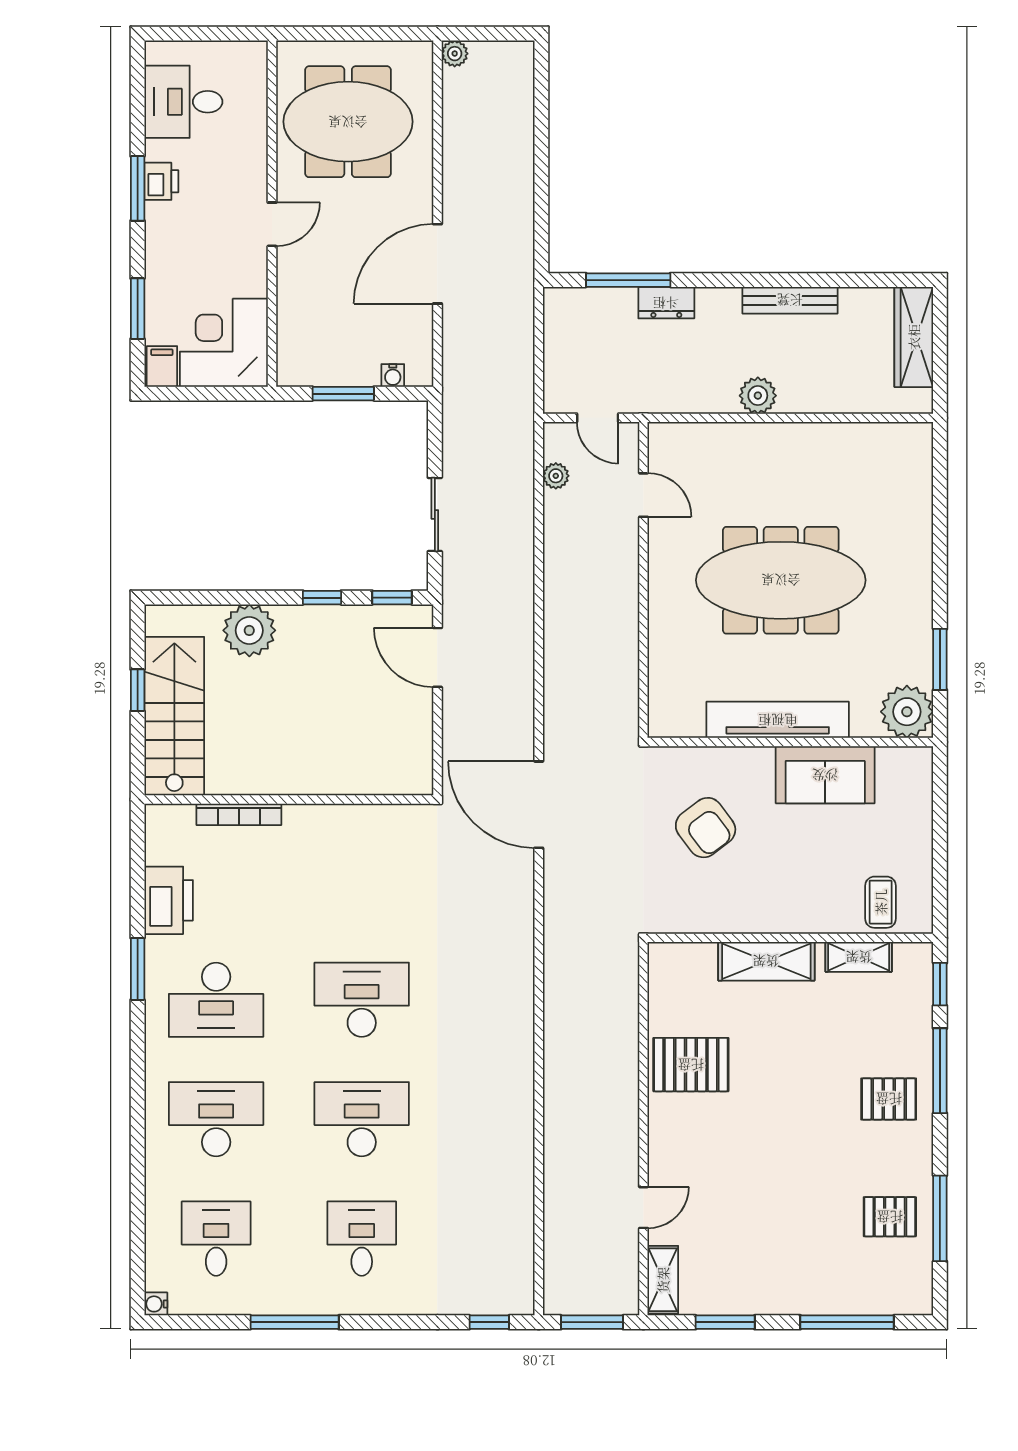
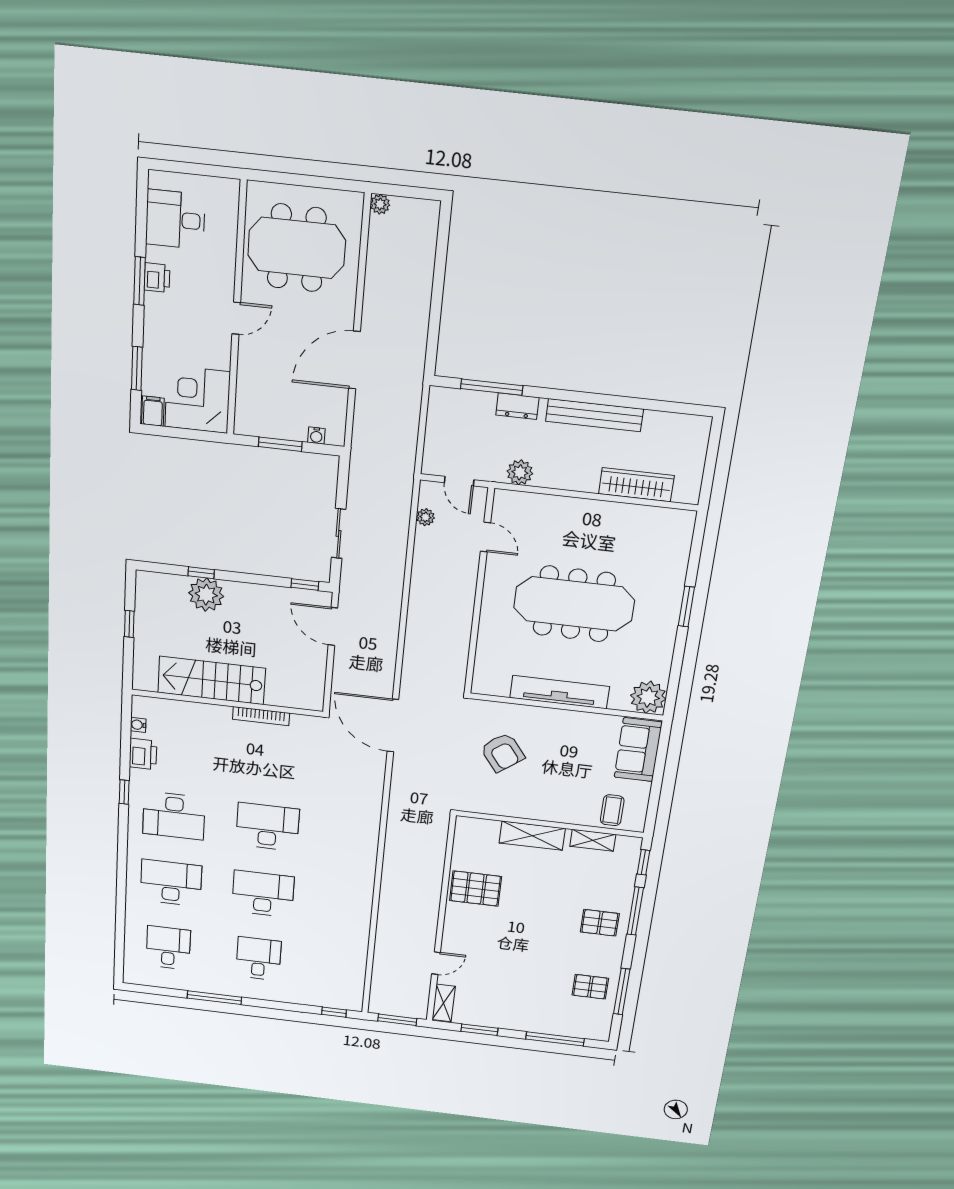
bench: (790, 300) -> (594, 415), width x1.37, depth x1.21
wardrobe: (914, 337) -> (636, 485), moved, turned 90
plant: (758, 396) -> (520, 472), moved
window: (322, 598) -> (201, 573), moved
window: (940, 659) -> (686, 607), moved
stairs: (174, 716) -> (212, 680), moved, turned -90
sofa: (825, 775) -> (638, 750), moved, turned 90
bookcase: (239, 814) -> (261, 716), moved
printer: (169, 900) -> (143, 754), width x0.73, depth x0.84
window: (138, 969) -> (124, 792), width x0.67
water cooler: (156, 1304) -> (138, 725), moved

